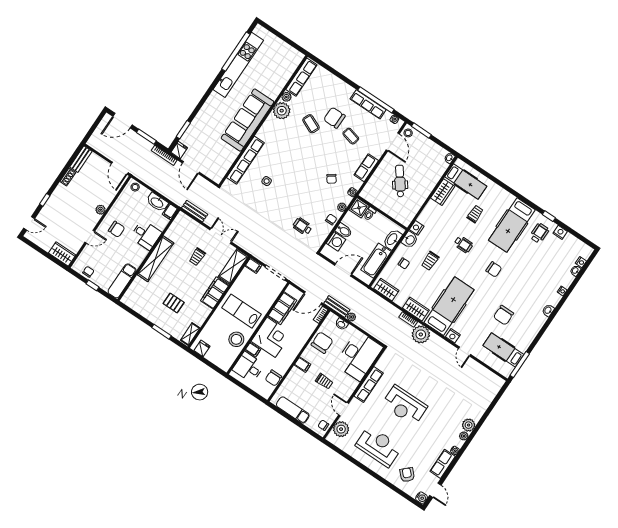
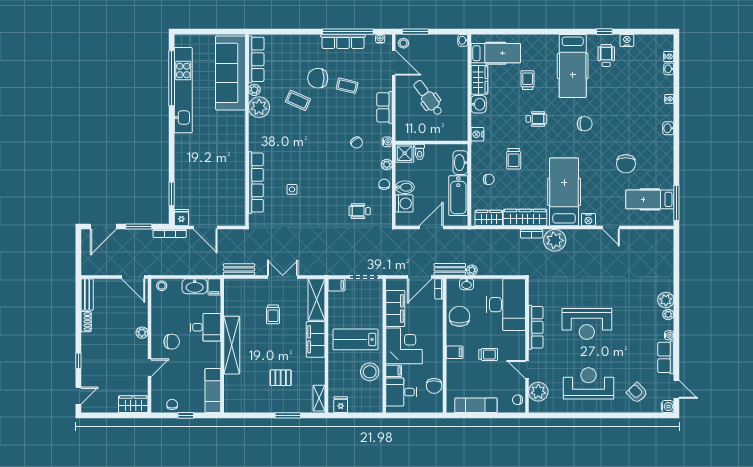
sofa: (247, 120) -> (231, 73), moved
washbasin: (410, 240) -> (479, 104), moved
wardrobe: (416, 309) -> (525, 218), width x1.50

